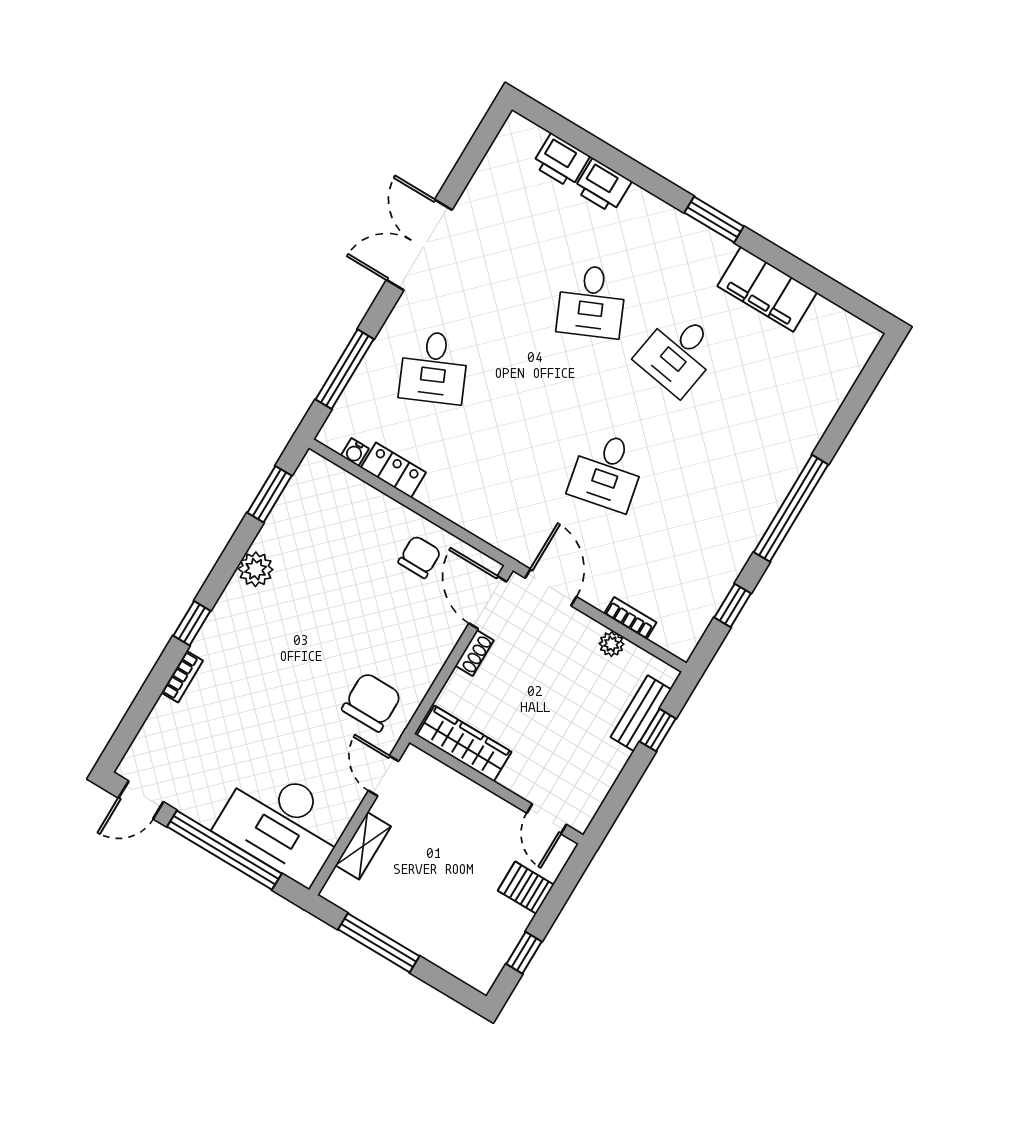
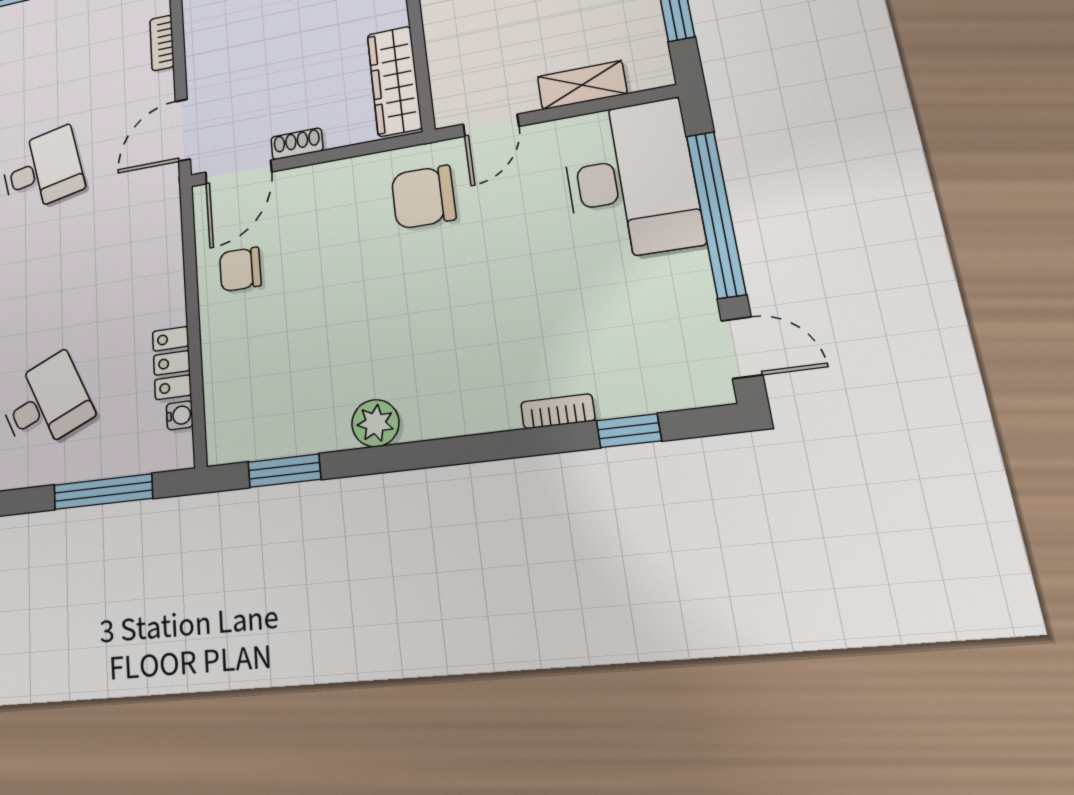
window: (192, 623) -> (629, 431), moved
plant: (612, 644) -> (197, 38), removed

